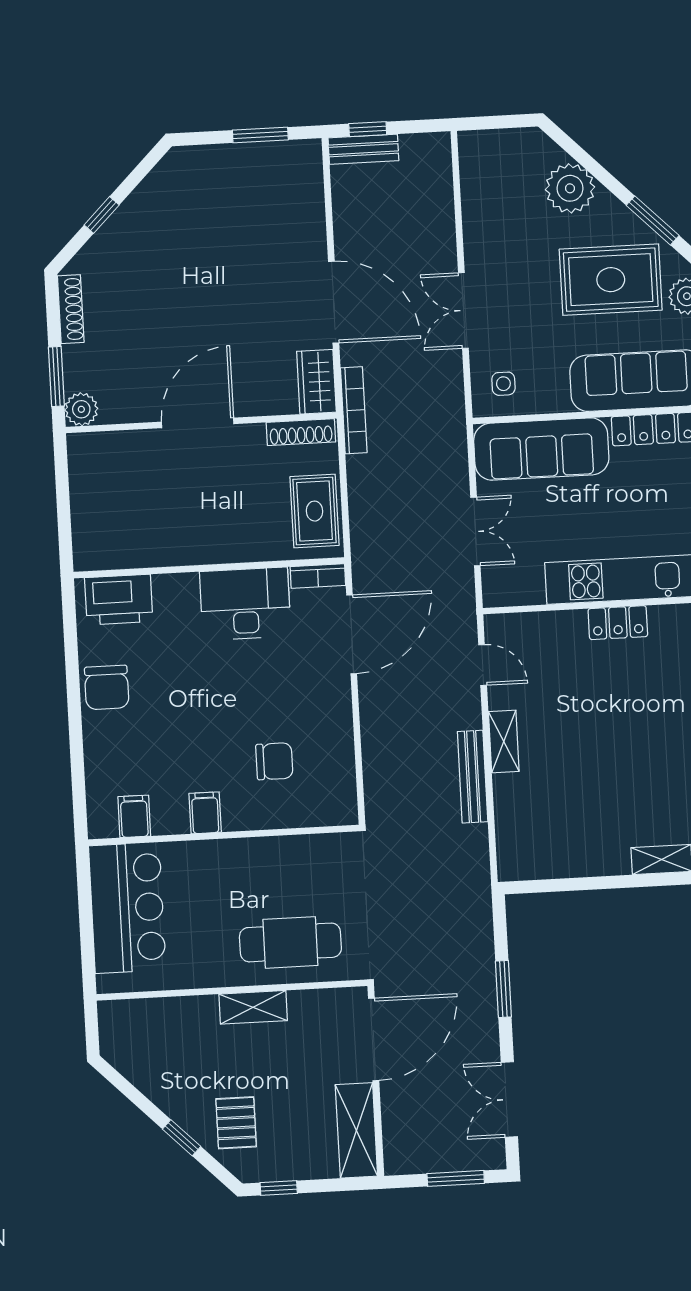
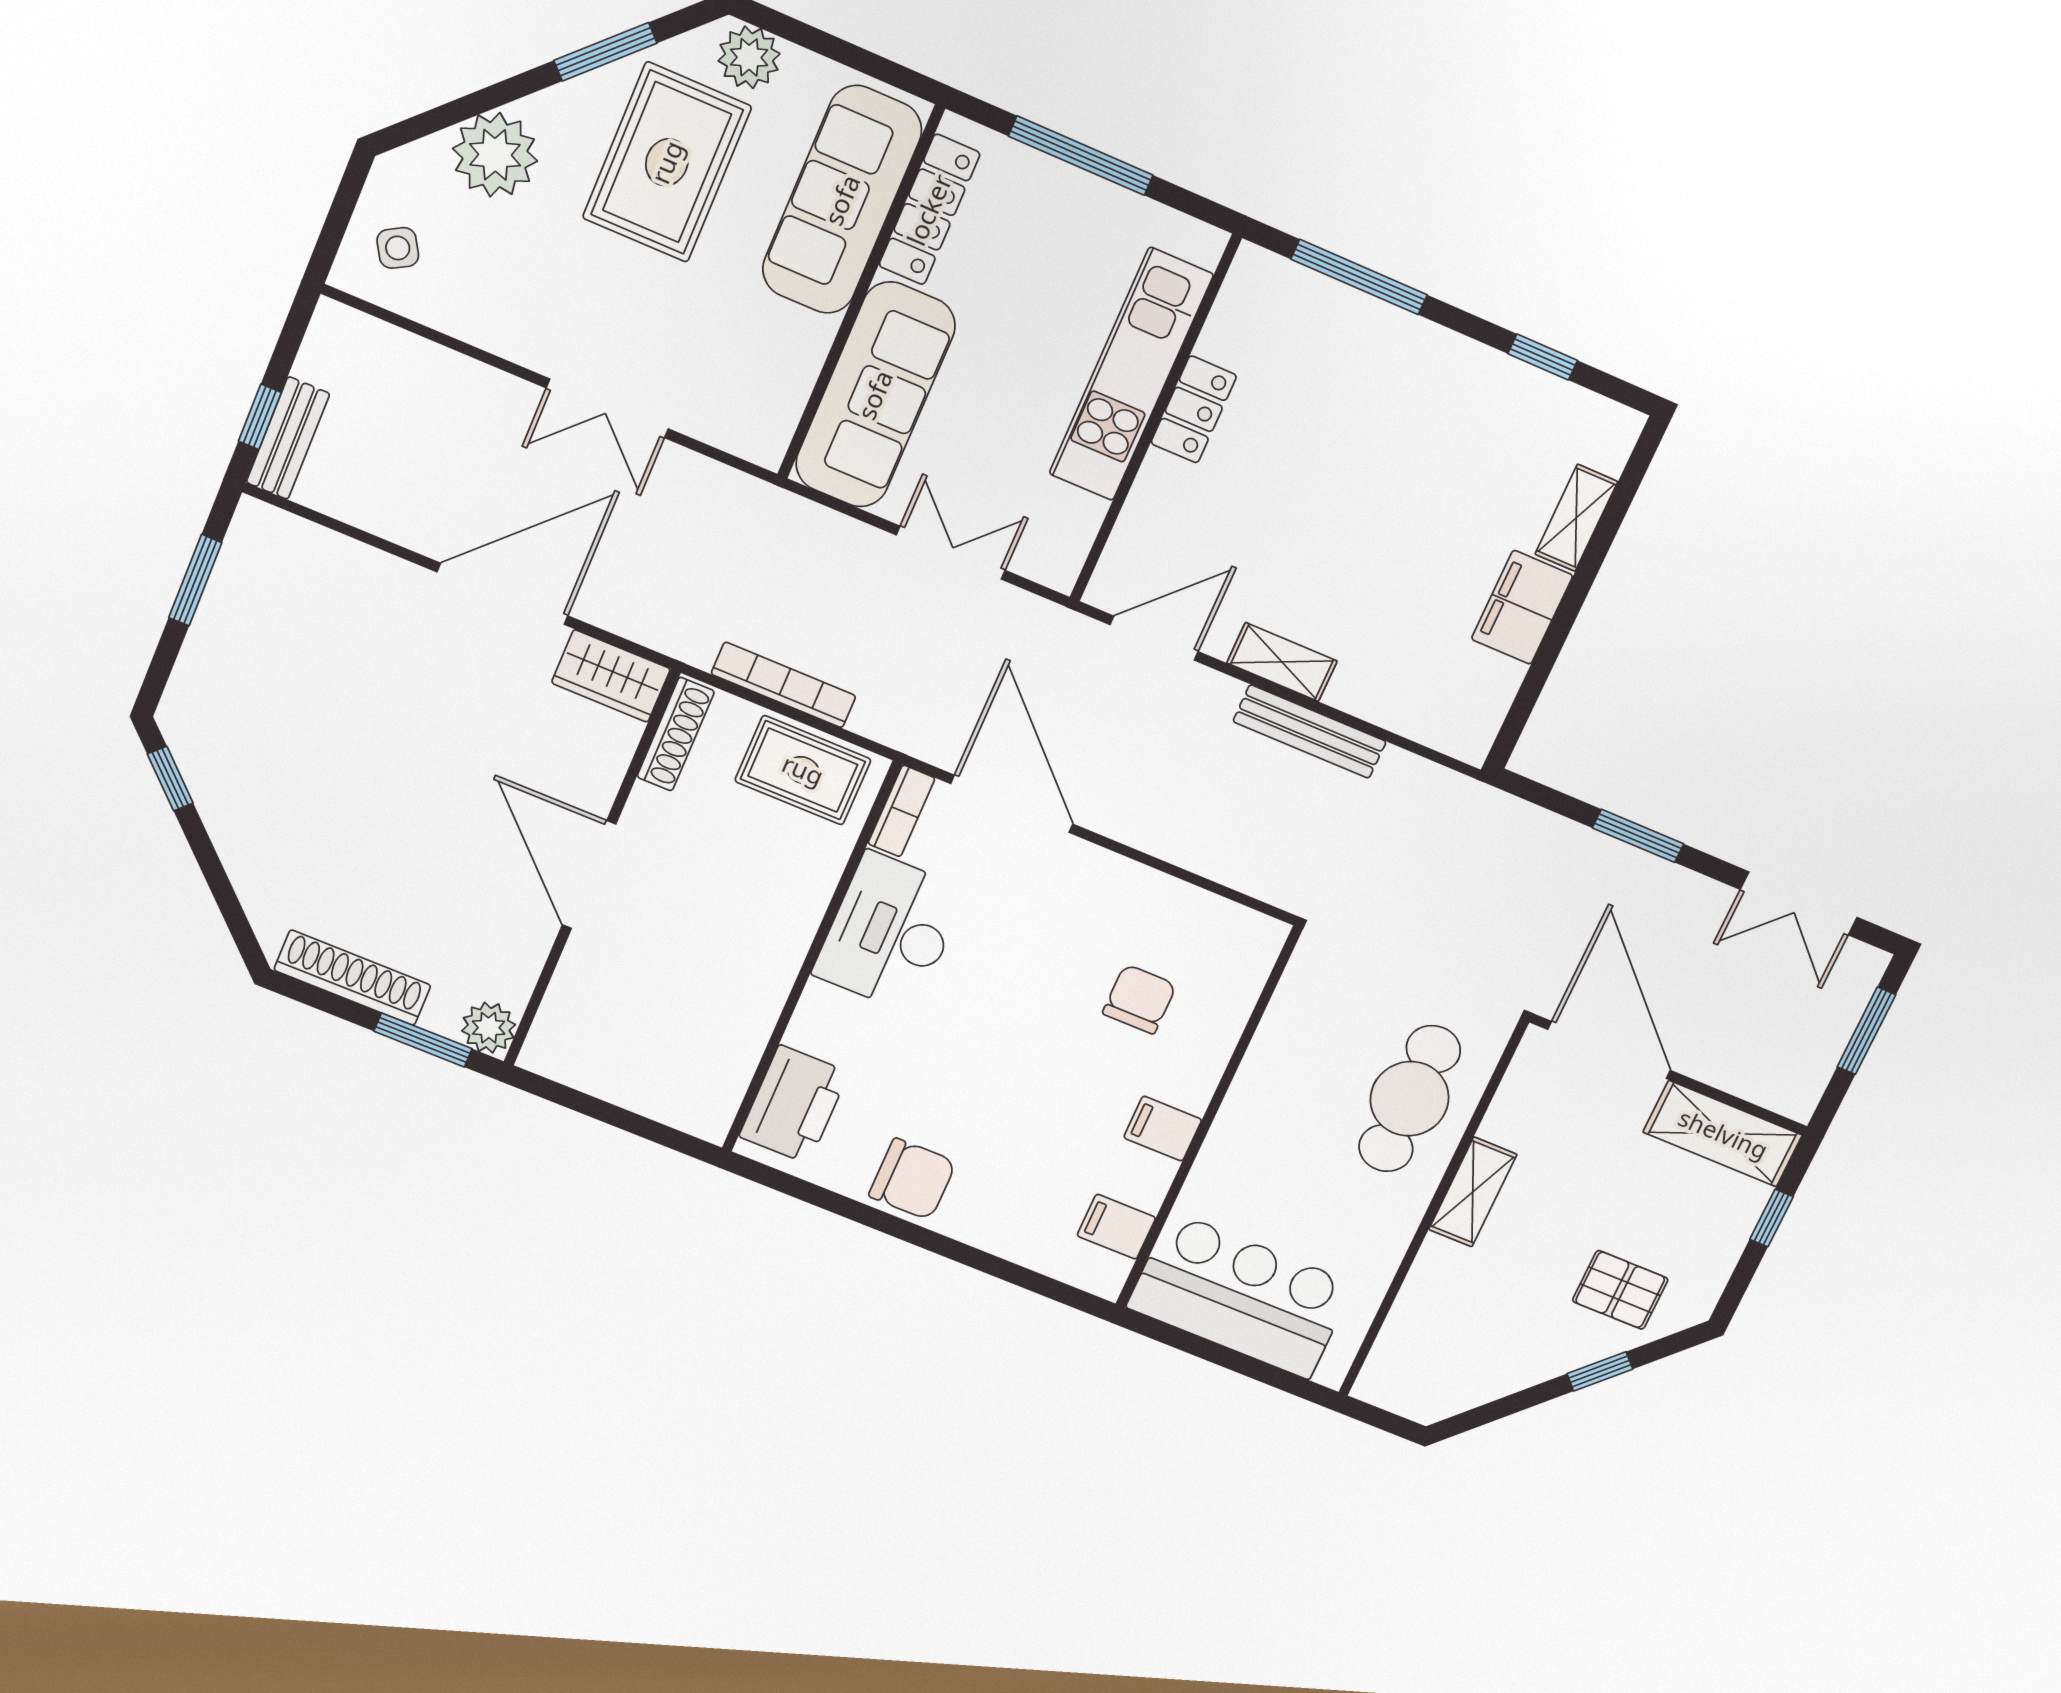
window: (102, 215) -> (170, 779), moved
shoe rack: (71, 309) -> (352, 978), width x1.36, depth x1.24
side table: (503, 384) -> (398, 248), moved, turned -30
bookcase: (354, 410) -> (784, 685), moved
door: (483, 665) -> (1154, 638), width x1.38
filing cabinet: (598, 856) -> (1522, 607), added
window: (279, 1188) -> (1772, 1218), moved

